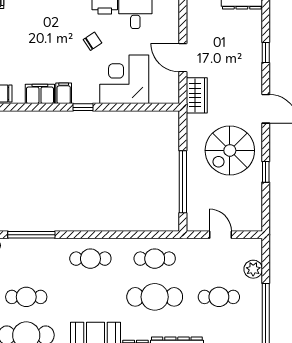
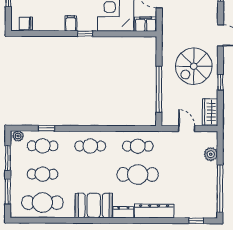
filing cabinet: (40, 94) -> (146, 24), moved
wardrobe: (197, 95) -> (210, 112), moved, turned 180
window: (31, 235) -> (46, 128), width x0.46
cafe table: (219, 297) -> (43, 146), moved

